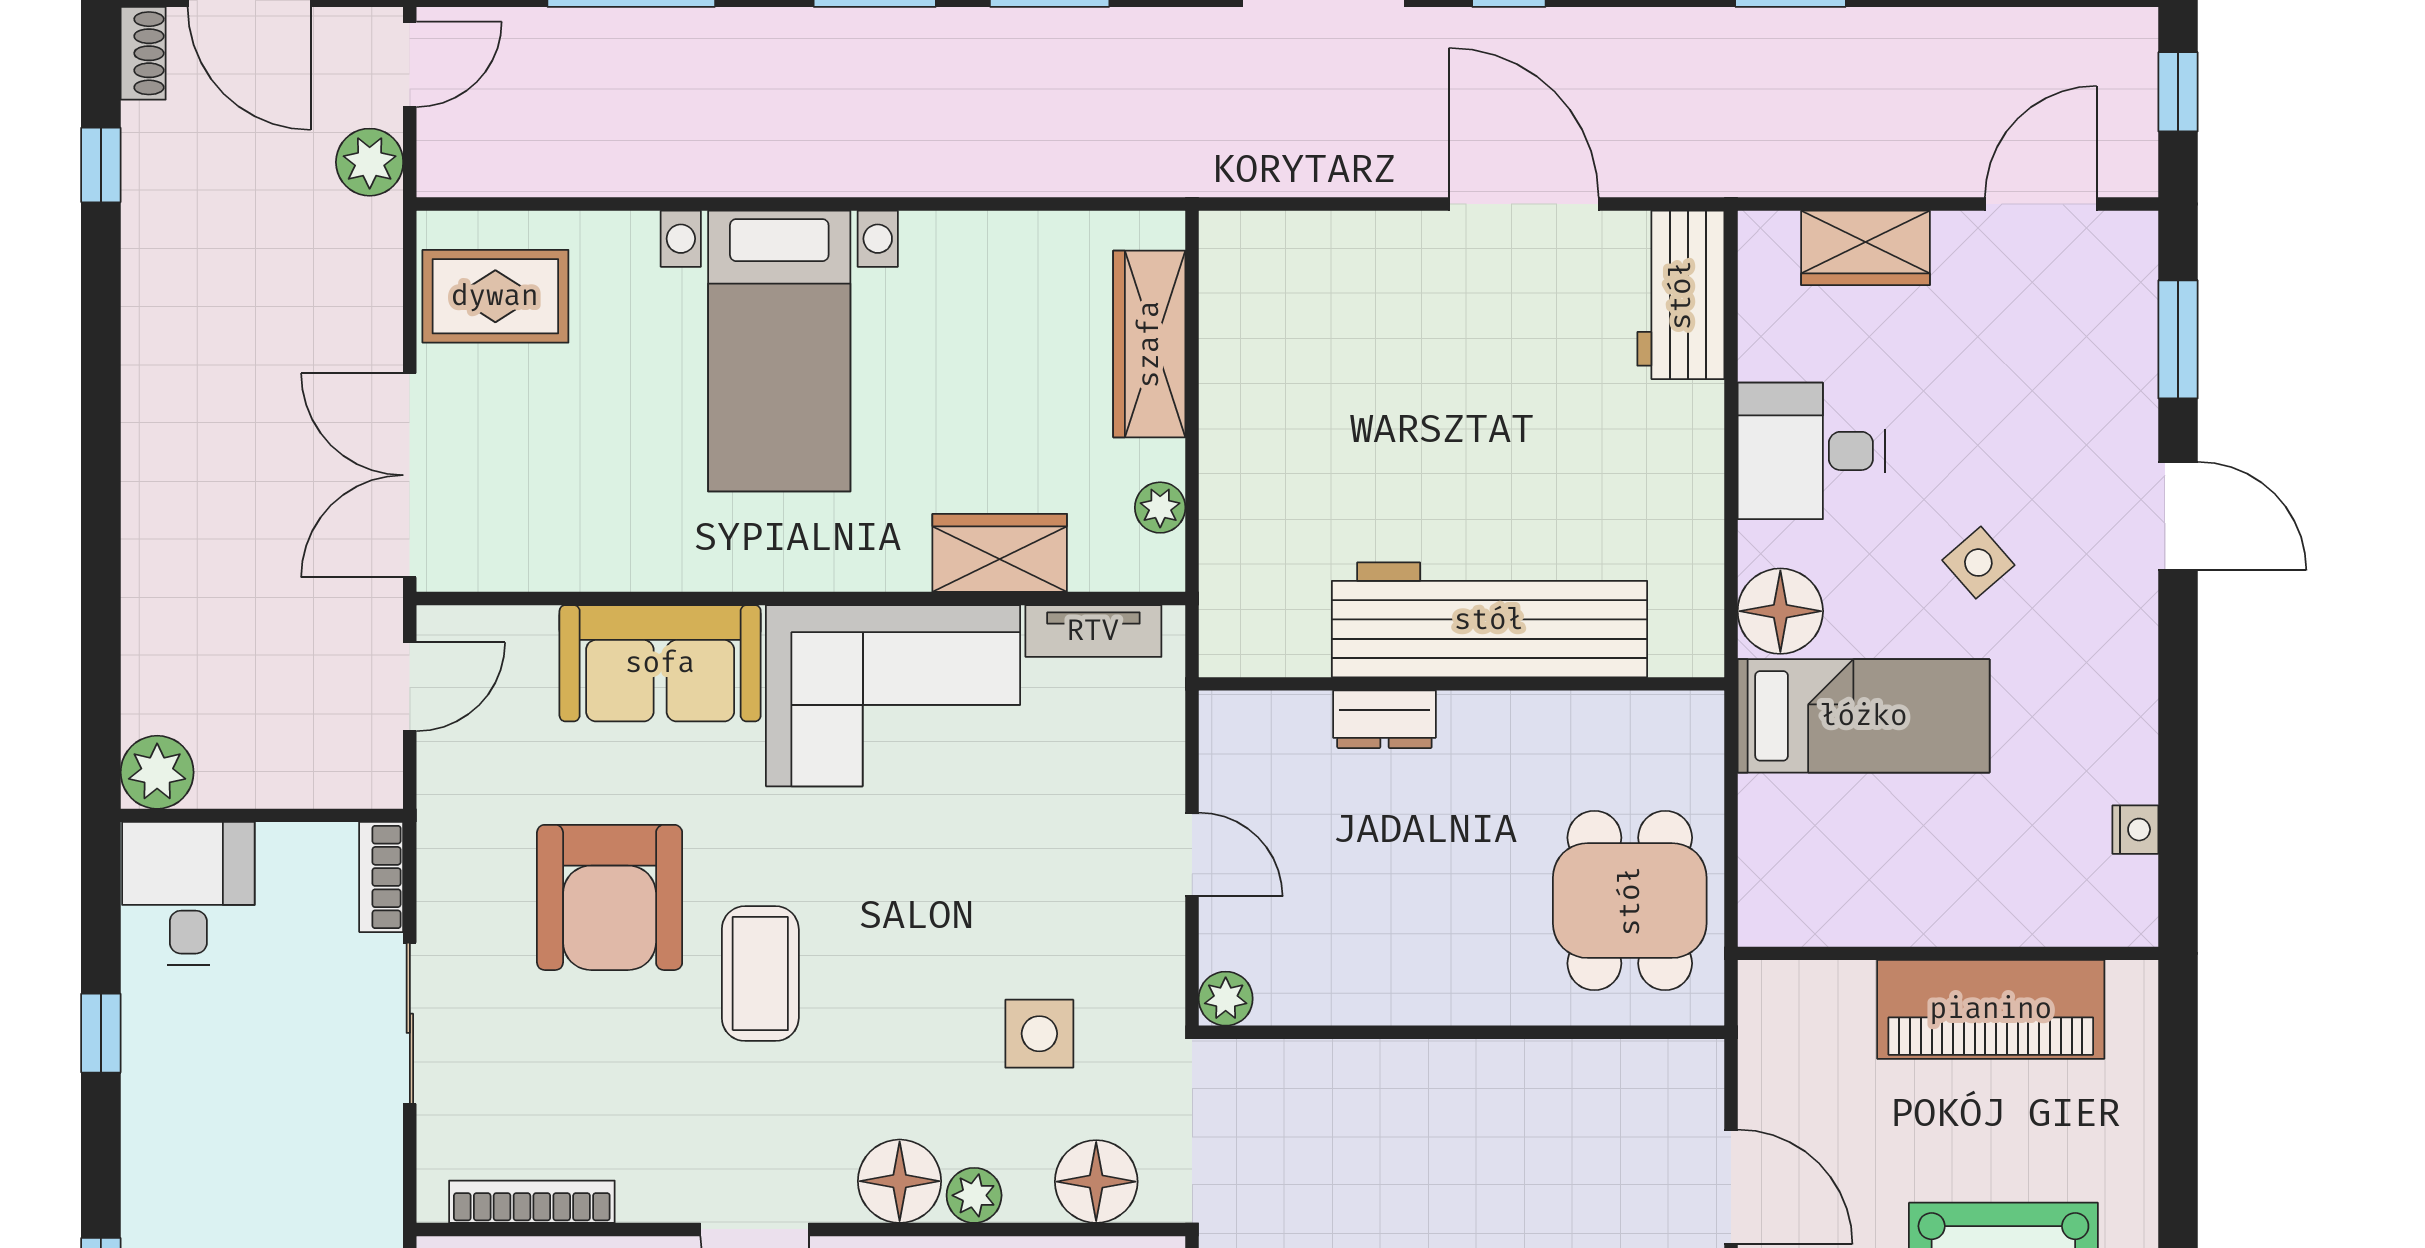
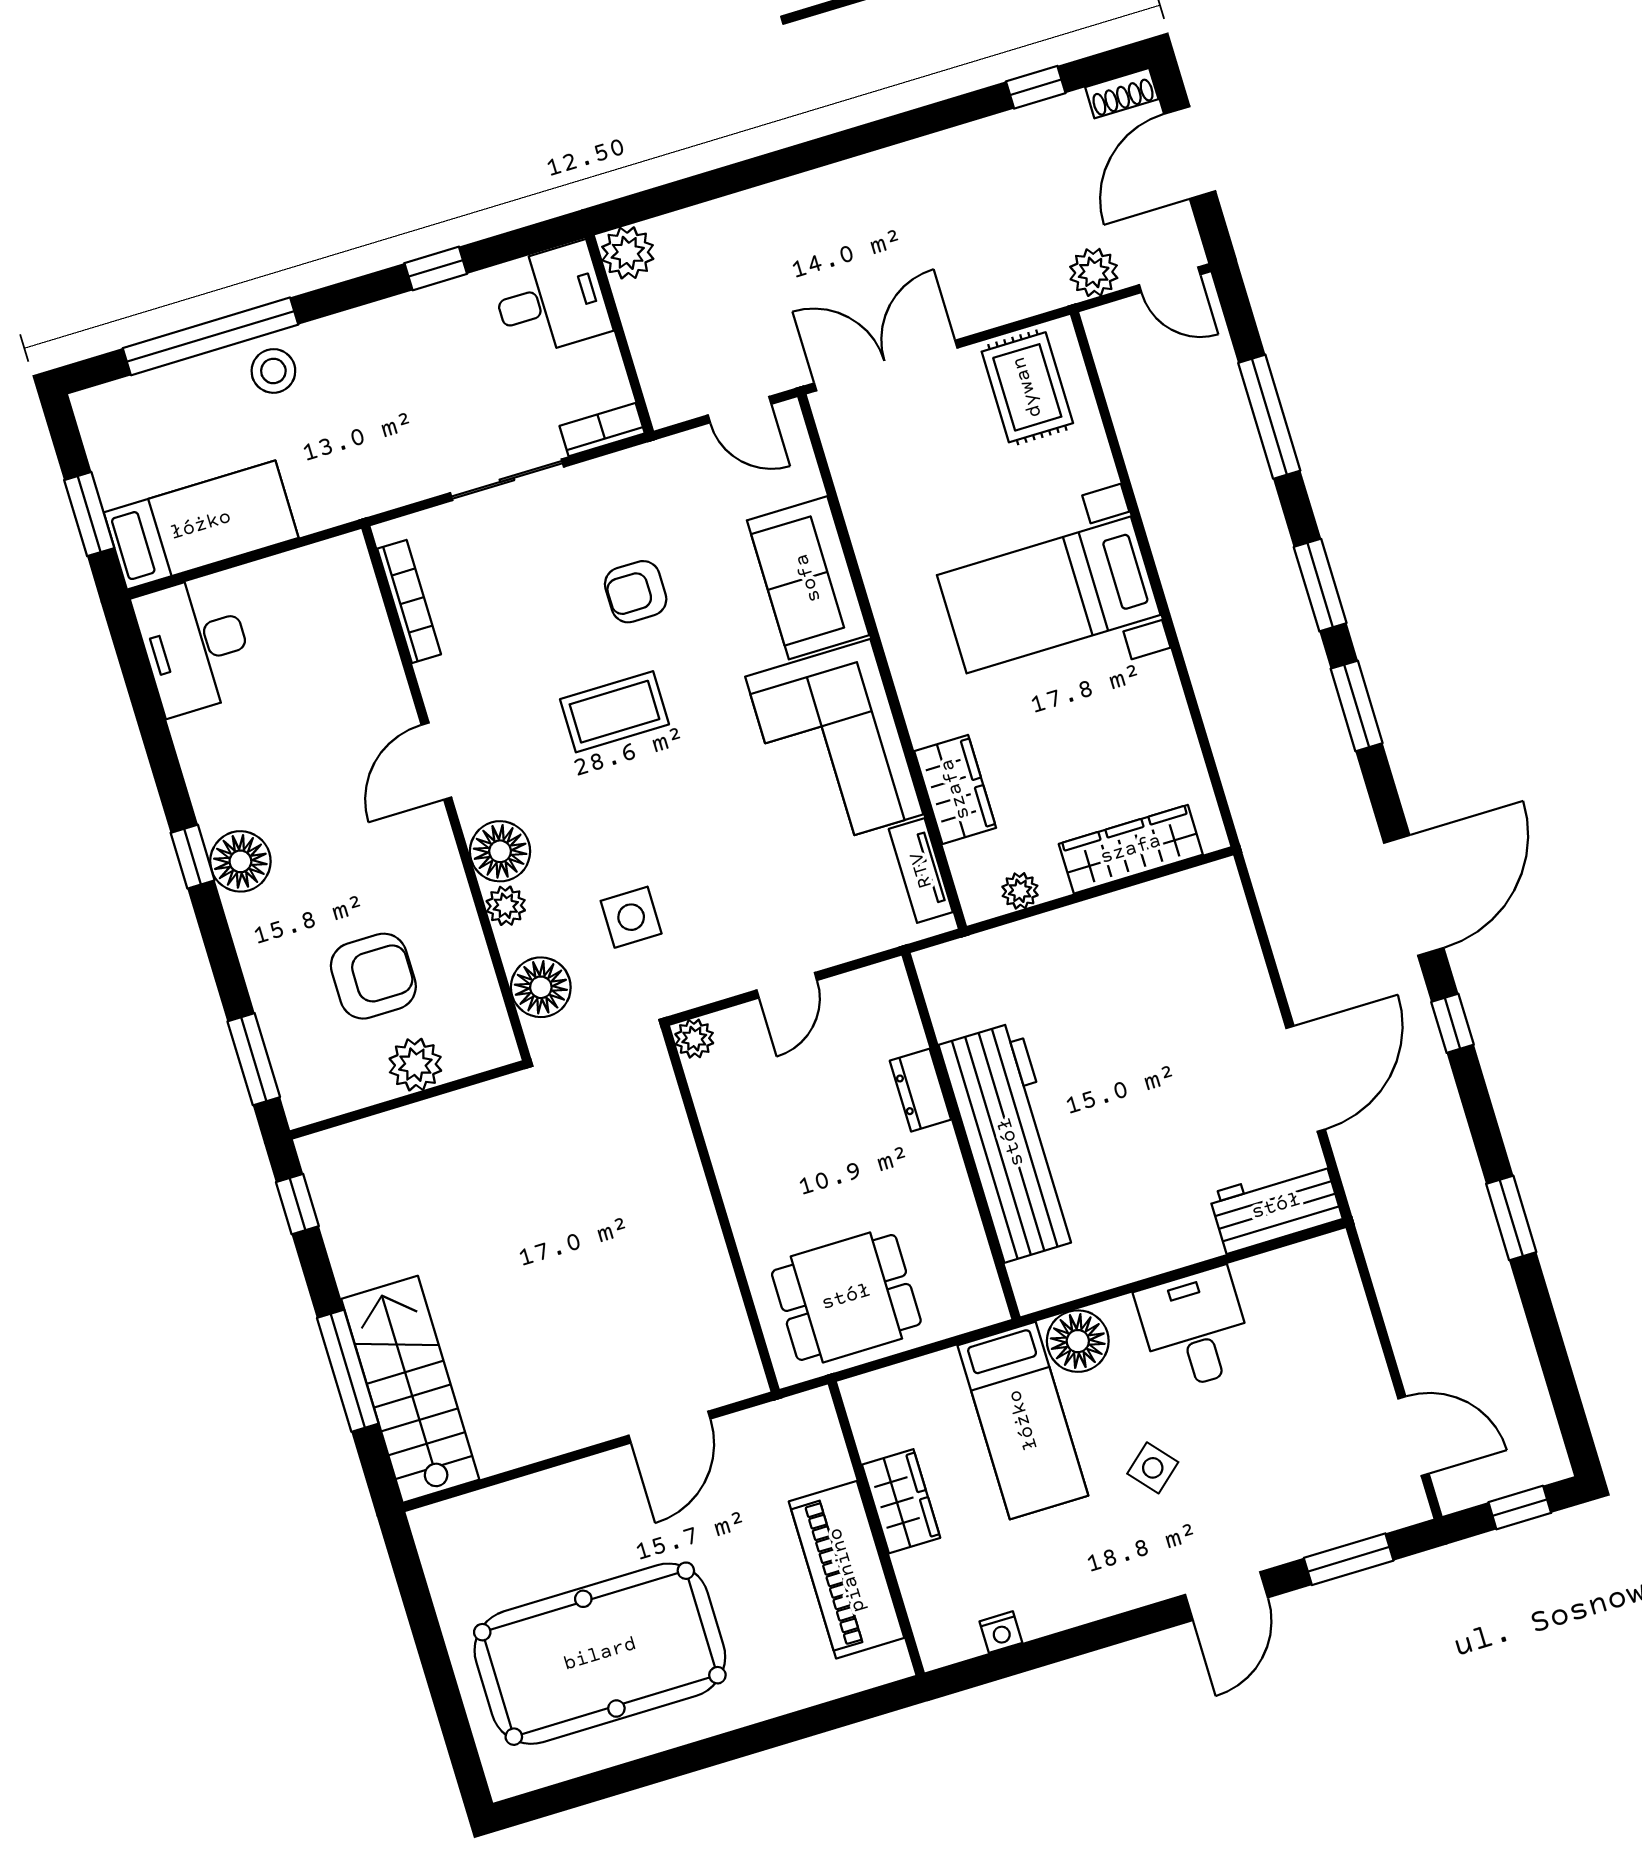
wardrobe: (1866, 248) -> (901, 1501), moved, turned 180
armchair: (610, 897) -> (636, 592), width x0.53, depth x0.53

